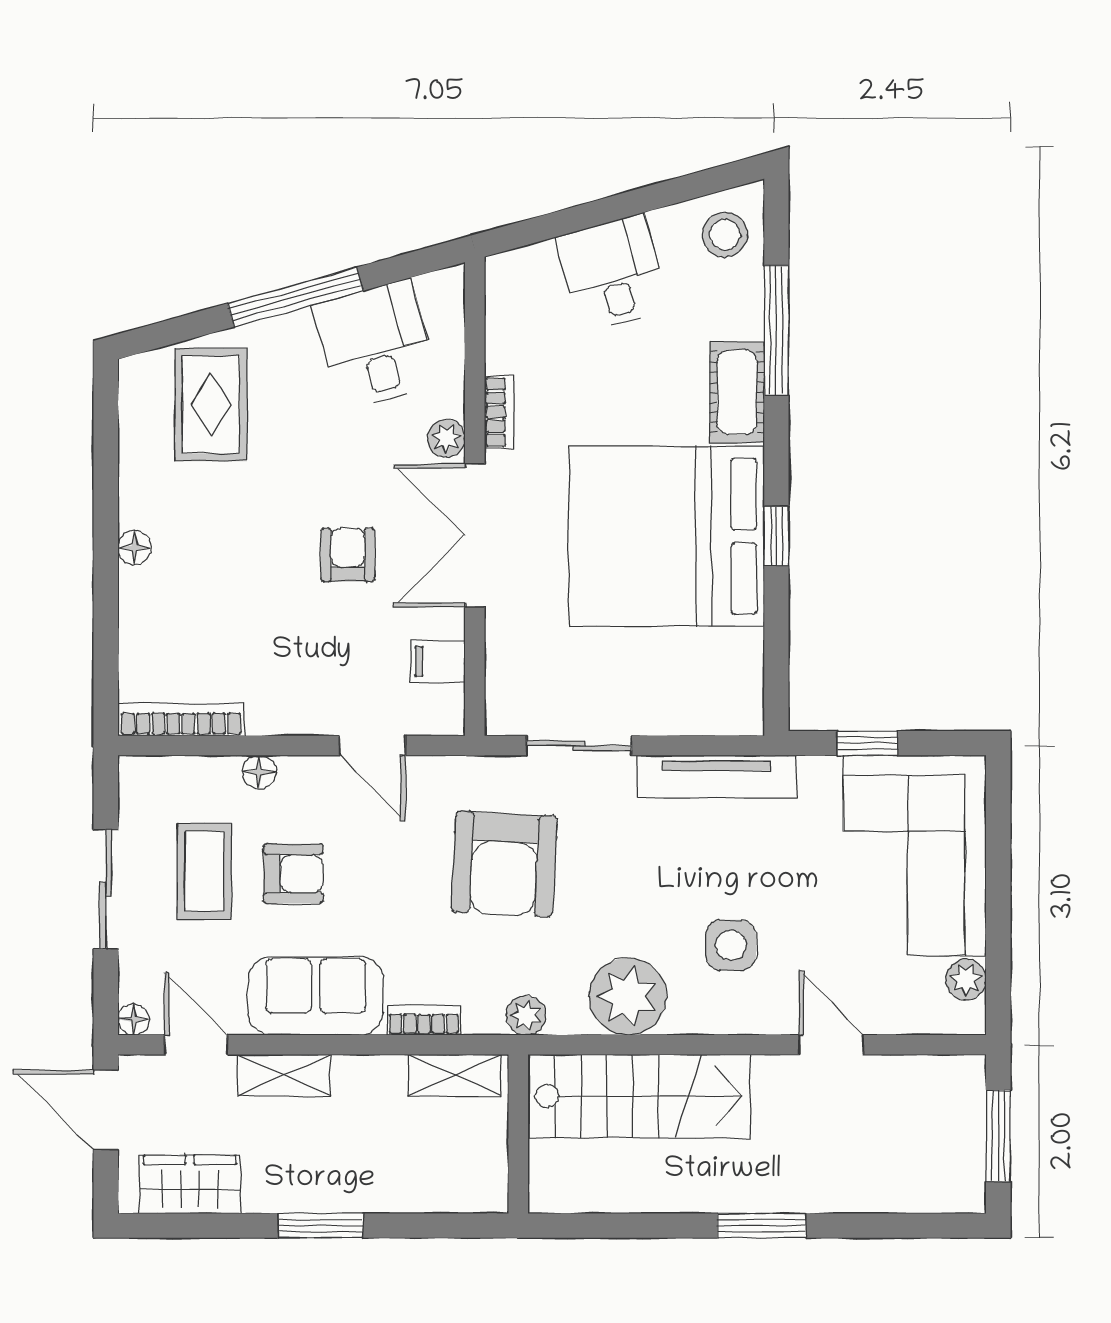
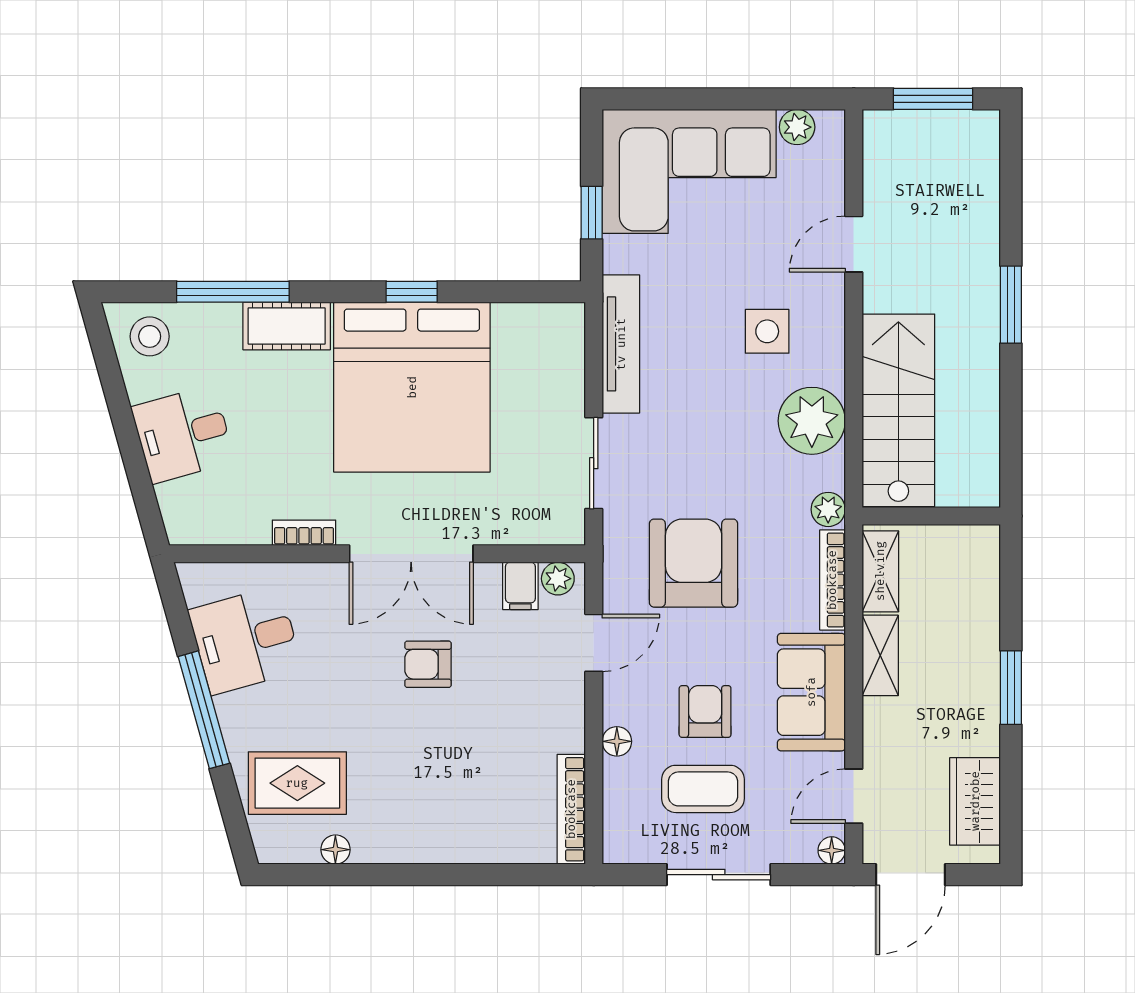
plant: (446, 438) -> (558, 579), moved
floor lamp: (135, 548) -> (335, 850), moved
armchair: (504, 864) -> (694, 563), moved, turned -93
bookcase: (424, 1020) -> (832, 580), width x1.56
shelving: (284, 1075) -> (880, 655), moved

